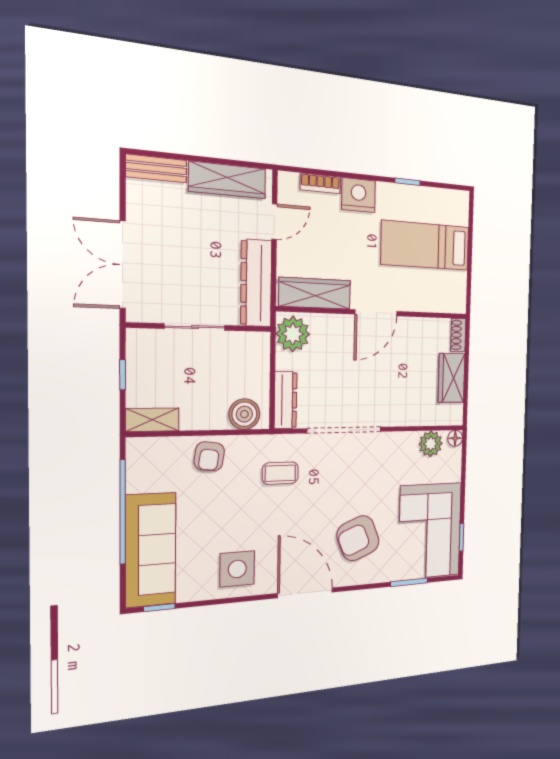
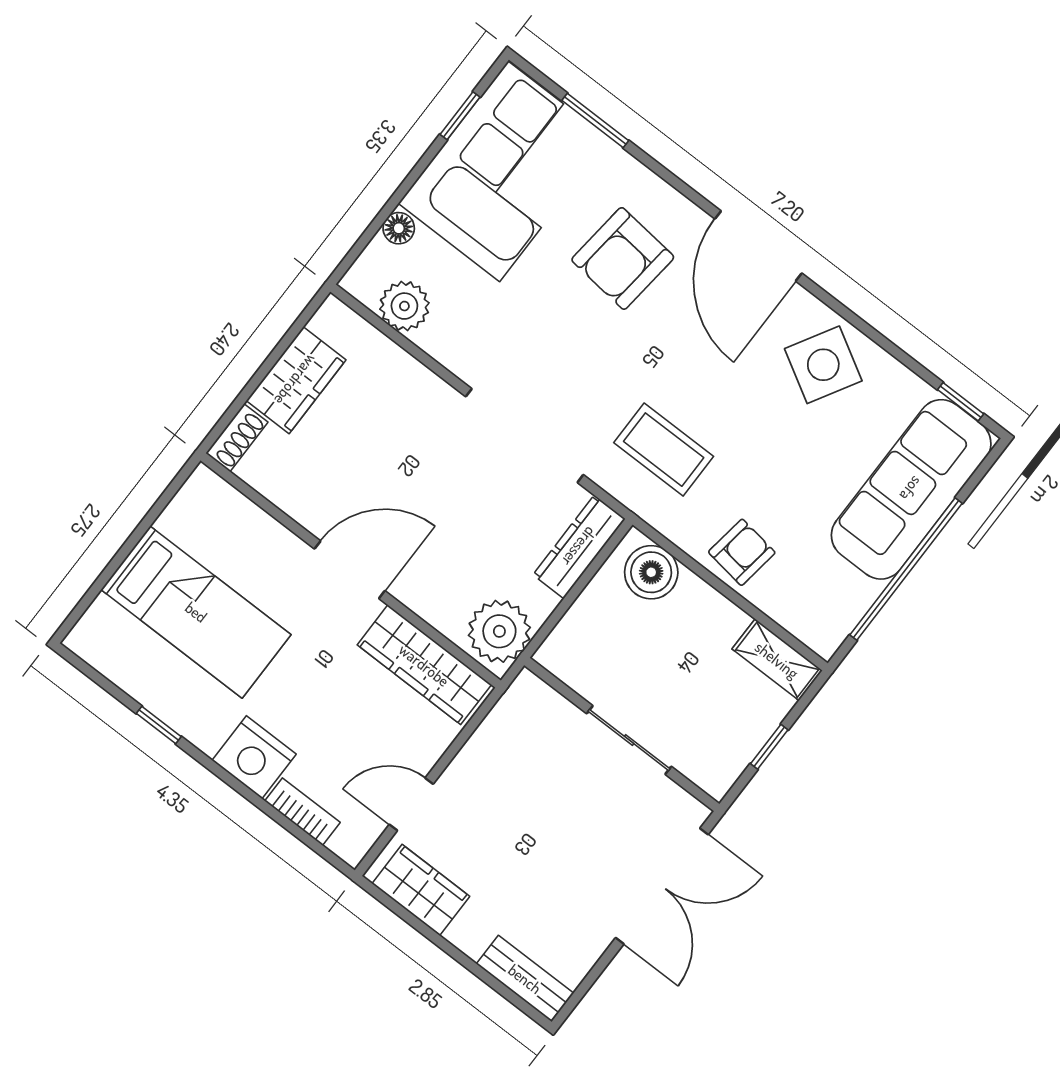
wardrobe: (227, 180) -> (421, 890), width x0.67
dresser: (256, 283) -> (500, 739), removed
floor lamp: (455, 438) -> (399, 228), moved
coffee table: (280, 473) -> (664, 450), width x1.36, depth x1.30
armchair: (358, 538) -> (623, 258), turned 118
side table: (237, 569) -> (823, 365), turned 30

